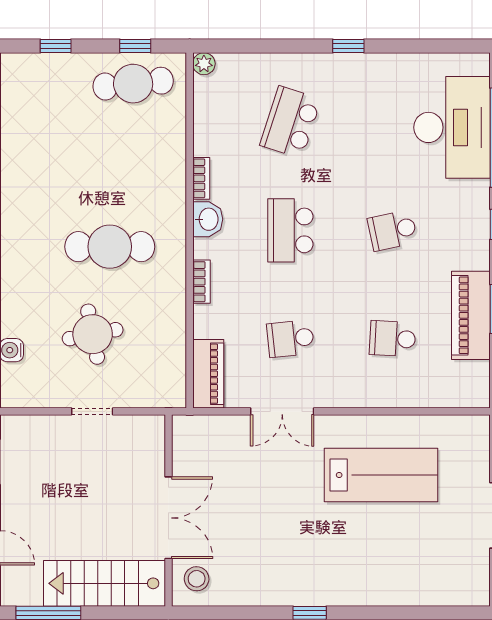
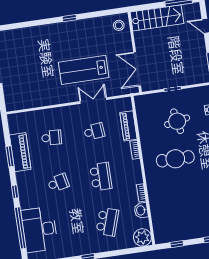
plant: (204, 64) -> (142, 237), width x1.87, depth x1.87
cafe table: (133, 84) -> (175, 228), removed
washbasin: (208, 219) -> (141, 210), moved
piano: (208, 374) -> (128, 126), moved
lab bench: (381, 475) -> (84, 70), moved
double door: (168, 518) -> (137, 69), moved

